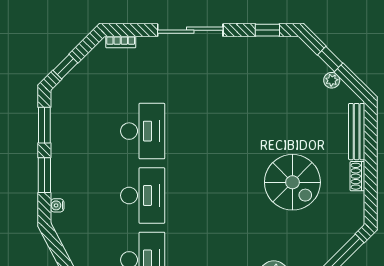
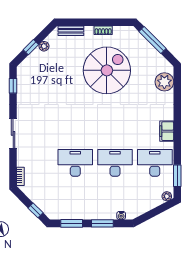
sliding door: (190, 30) -> (13, 133), width x0.73
bench: (357, 132) -> (71, 31), width x0.73
spiral stairs: (292, 182) -> (107, 70), width x1.37, depth x1.37

